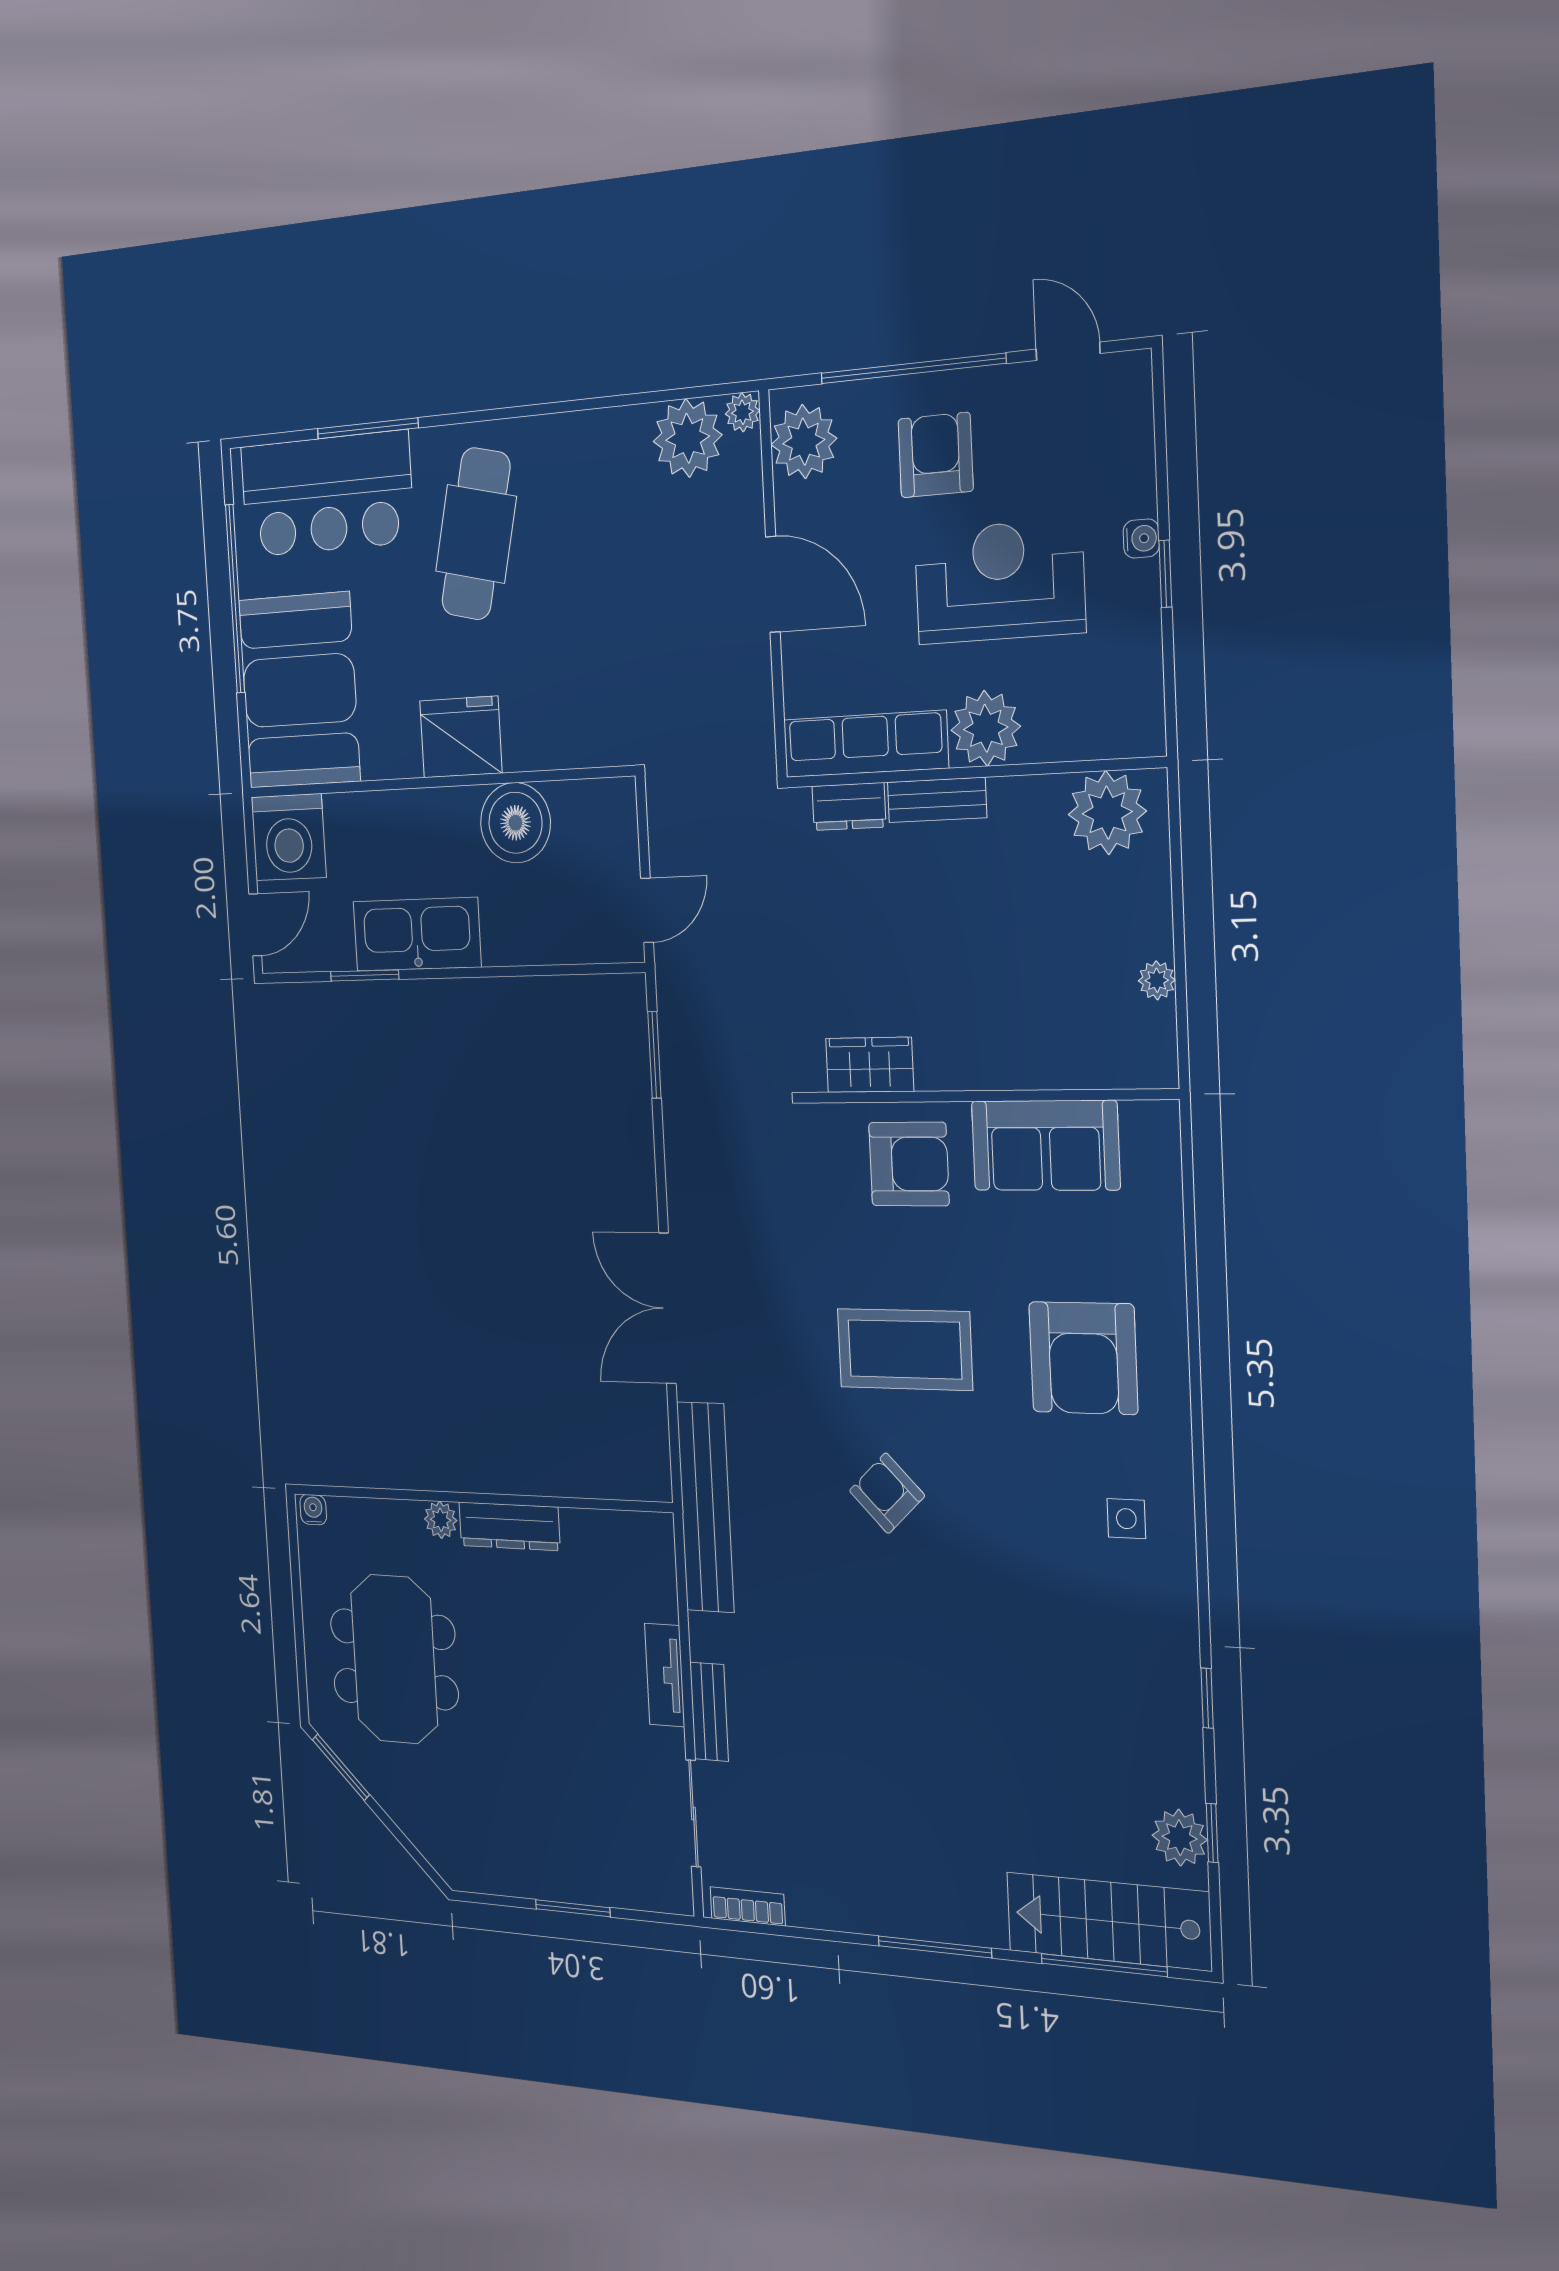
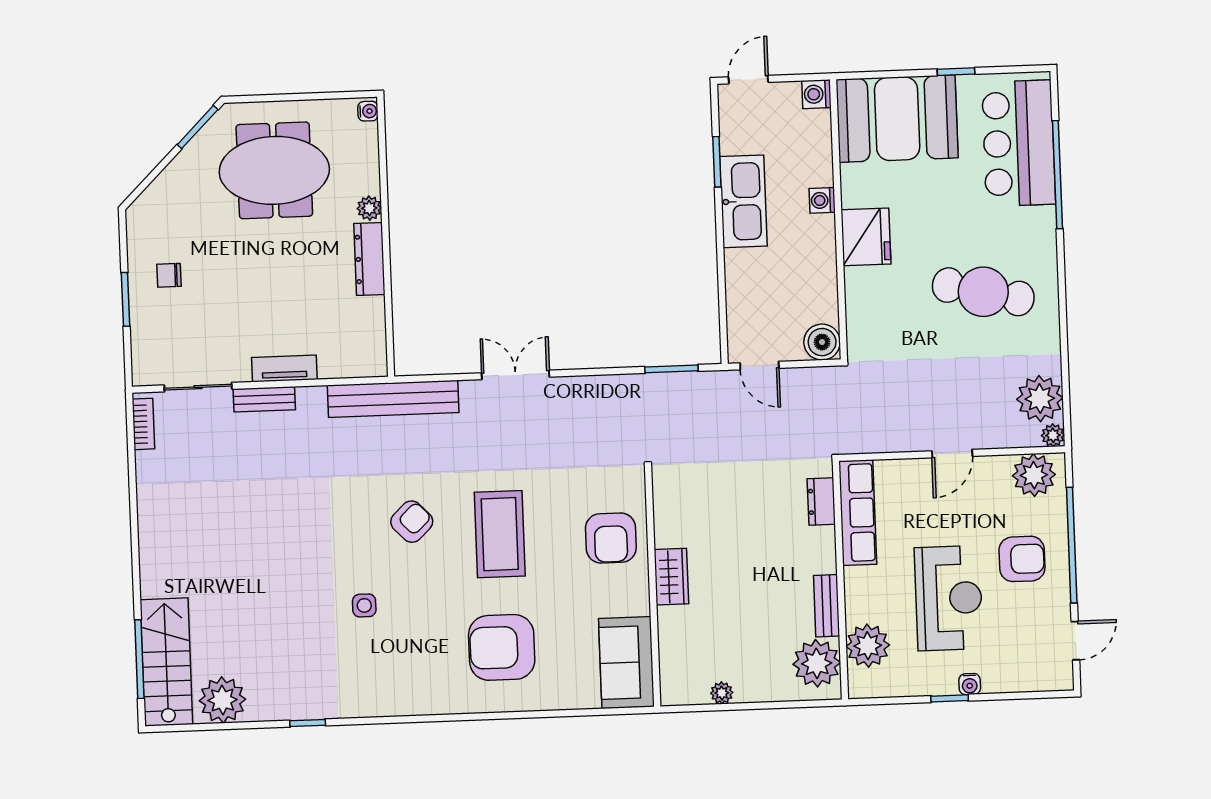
window: (368, 428) -> (1057, 175), width x1.46
cafe table: (476, 534) -> (983, 292), moved
door: (773, 584) -> (952, 454), width x0.73
window: (235, 599) -> (956, 72), width x0.32
plant: (986, 728) -> (868, 646), moved
bench: (937, 800) -> (827, 606), moved
washing machine: (412, 808) -> (822, 200), added
boiler: (515, 823) -> (822, 342), moved, width x0.73, depth x0.73
washing machine: (289, 837) -> (816, 94), width x0.53, depth x0.53
door: (255, 925) -> (748, 80), swing flipped
wardrobe: (870, 1065) -> (671, 577), moved
sofa: (1045, 1145) -> (626, 663), moved
double door: (667, 1308) -> (515, 375), width x0.73
side table: (1126, 1519) -> (364, 605), moved
window: (1212, 1833) -> (228, 726), removed
chair: (538, 1837) -> (169, 275), added
plant: (1180, 1838) -> (222, 700), width x1.36, depth x1.36
window: (935, 1947) -> (135, 550), removed

